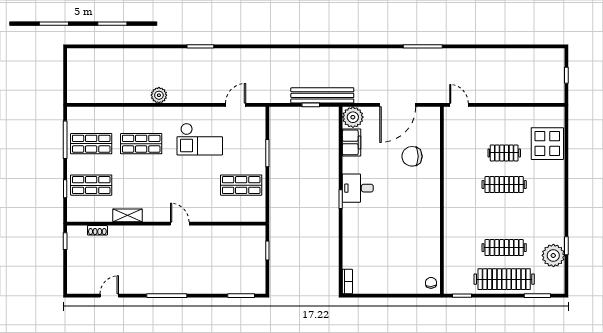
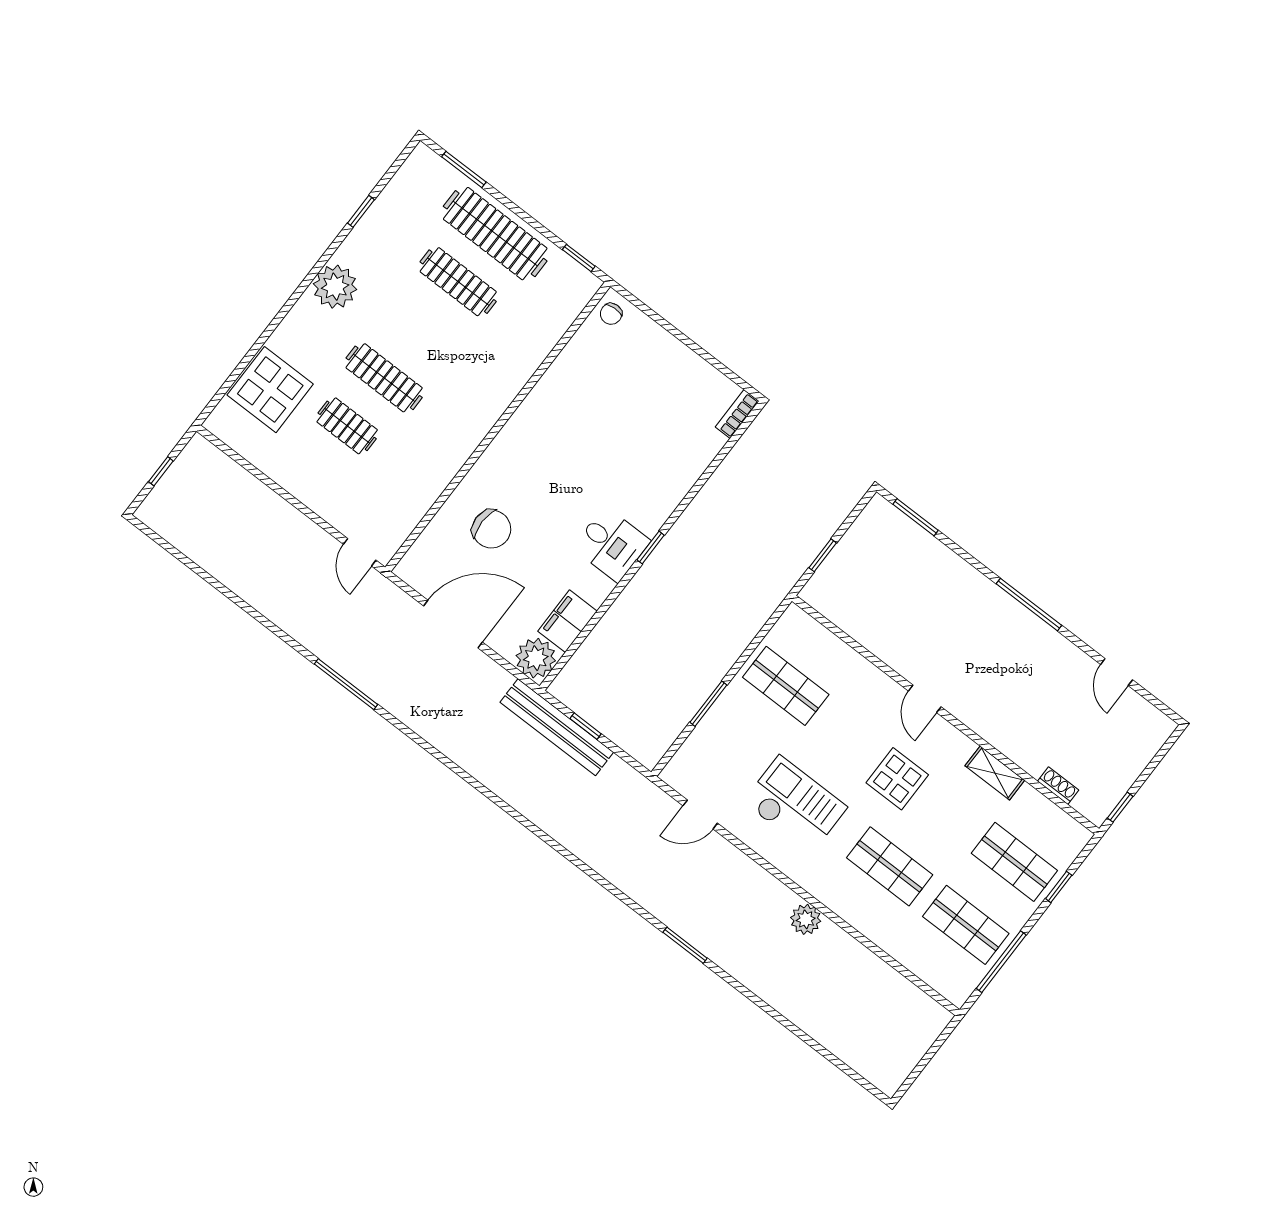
display table: (166, 182) -> (897, 779), added
plant: (553, 255) -> (335, 287), moved
door: (109, 296) -> (1117, 672), hinge flipped

